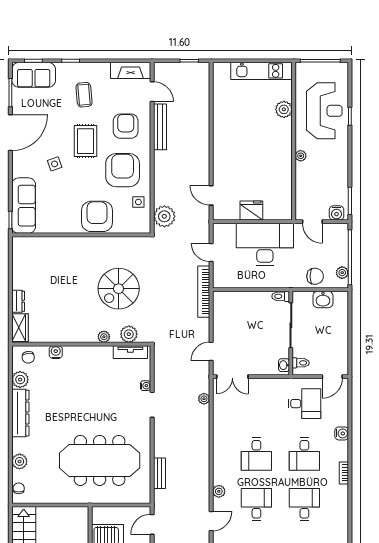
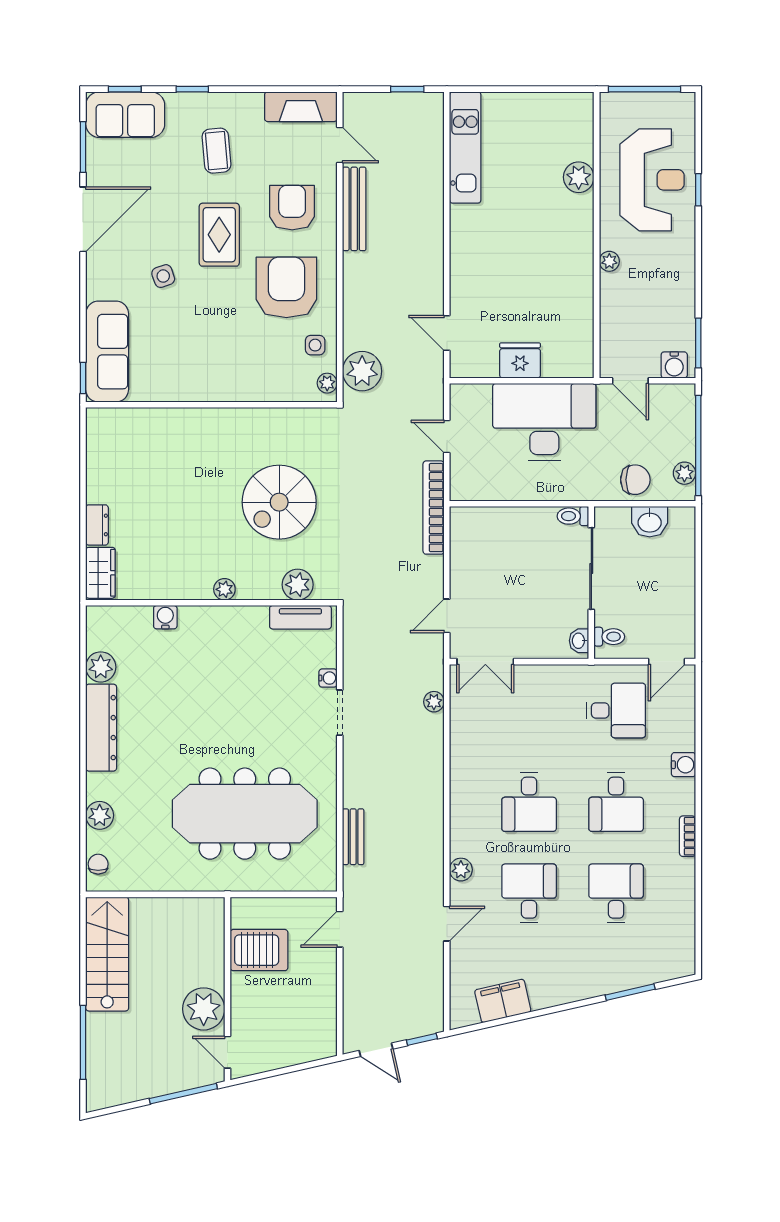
kitchen unit: (262, 71) -> (465, 147), moved, turned -90
armchair: (97, 216) -> (240, 371), removed
plant: (145, 223) -> (327, 383), added
plant: (104, 337) -> (224, 589), moved
chair: (28, 357) -> (115, 627), removed

